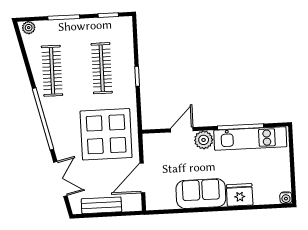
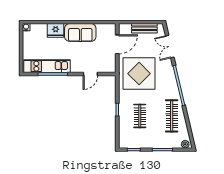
clothes rail: (102, 68) -> (140, 116), width x0.73
plant: (204, 140) -> (77, 67), removed

